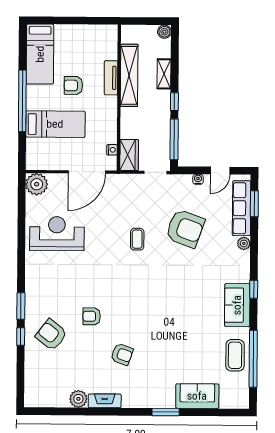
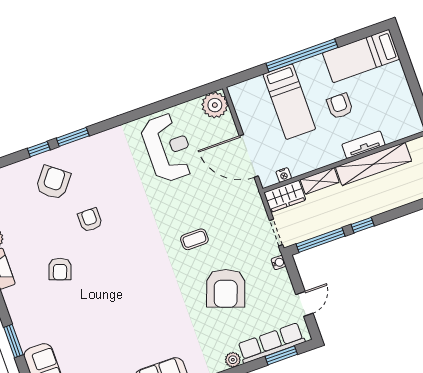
shelving: (164, 74) -> (320, 181), moved
door: (220, 171) -> (304, 304), swing flipped
water cooler: (198, 179) -> (278, 263), moved

